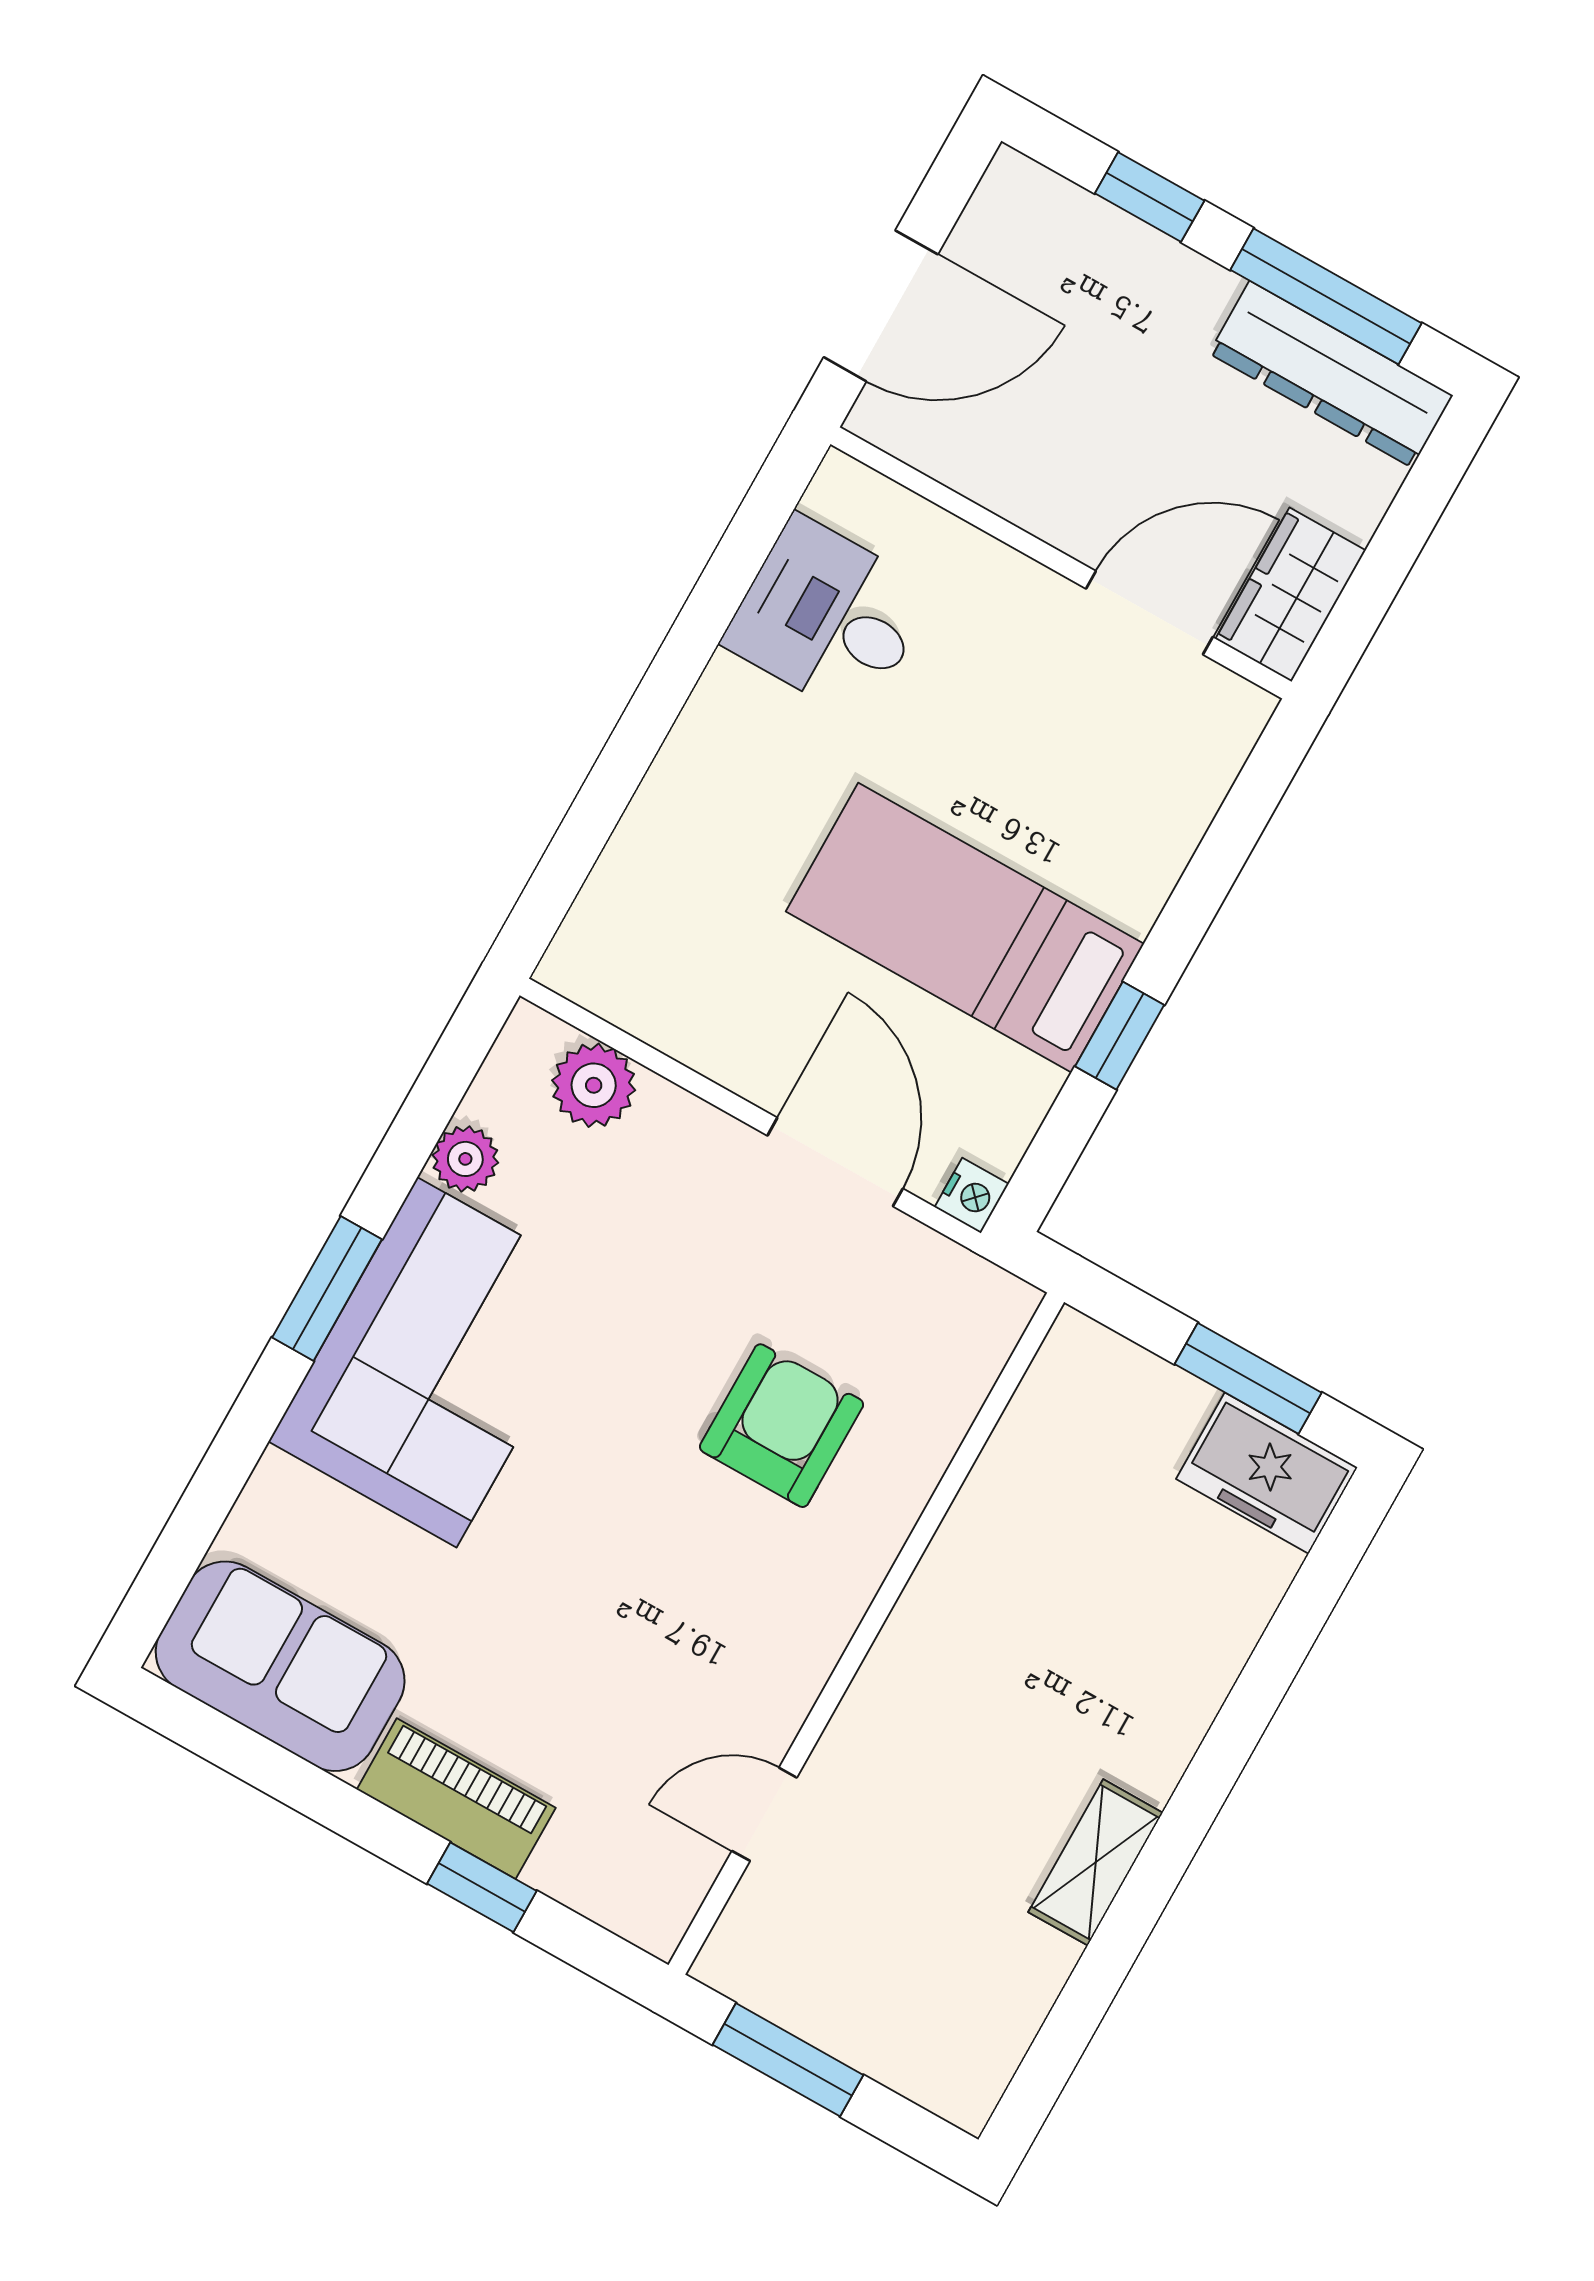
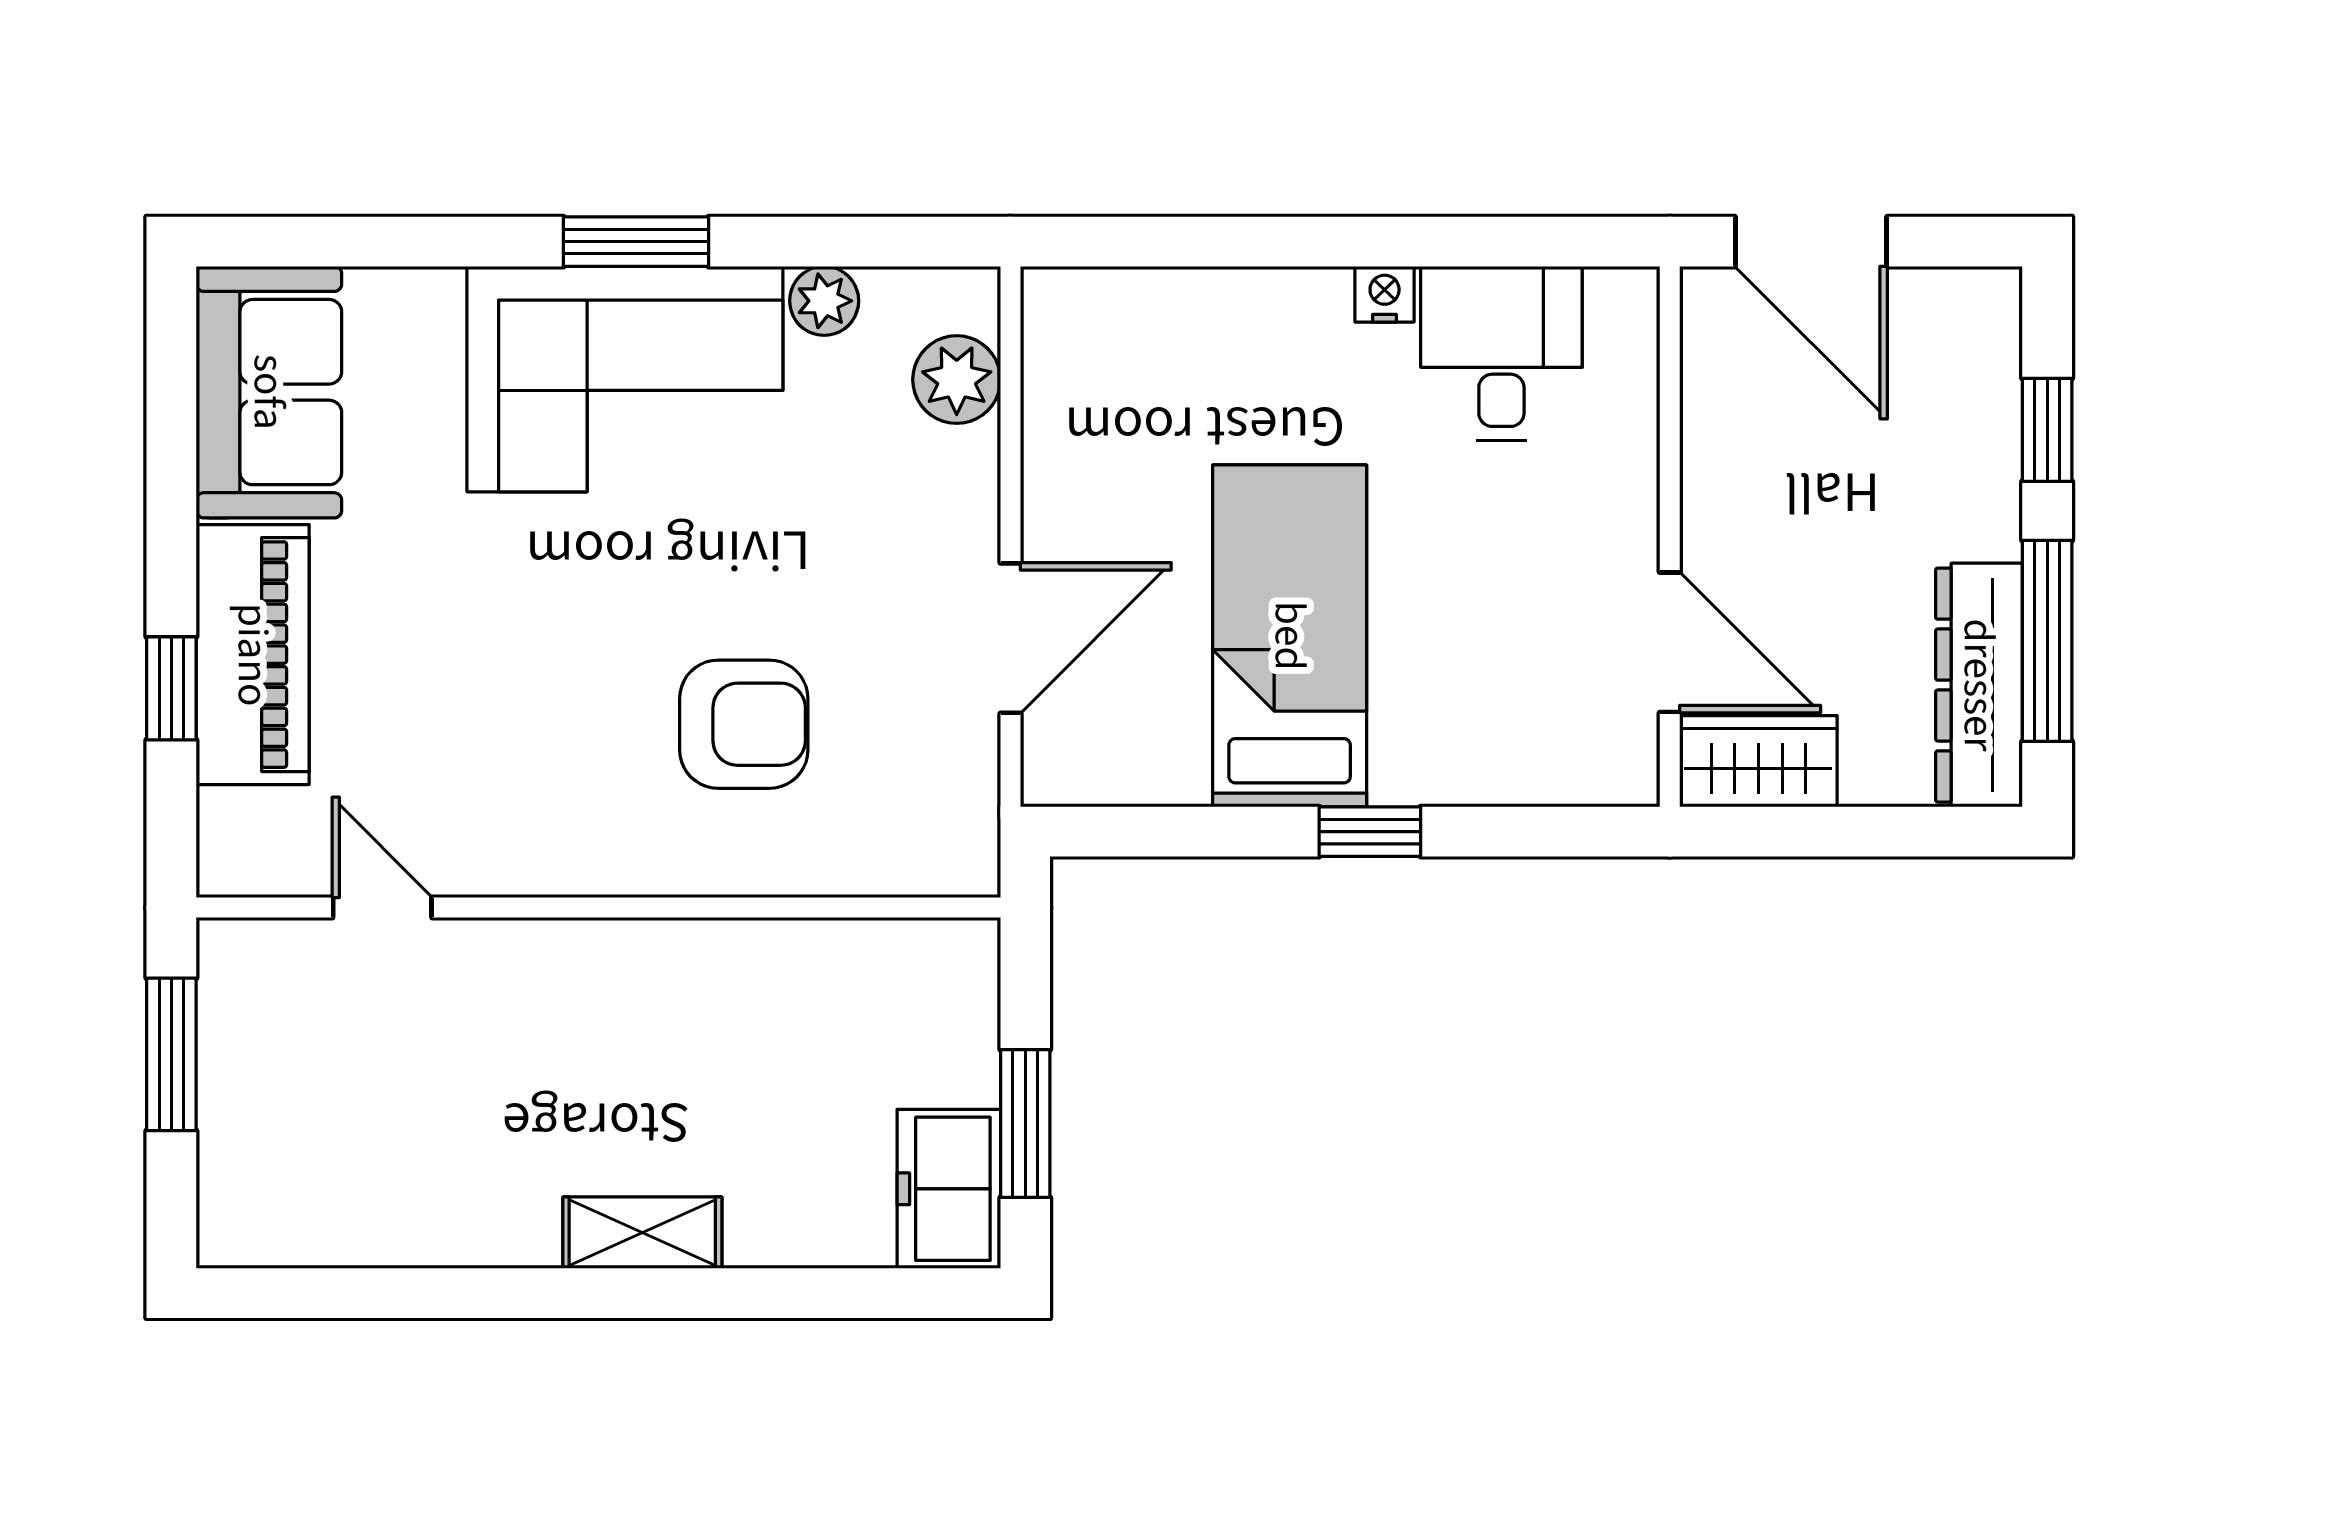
window: (1120, 1036) -> (1370, 832), moved
nightstand: (972, 1195) -> (1385, 294), moved, turned 180
piano: (456, 1799) -> (253, 655), width x1.37, depth x1.33
shelving: (1096, 1862) -> (642, 1233), moved

